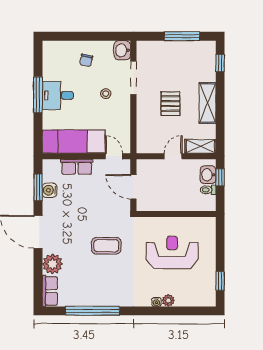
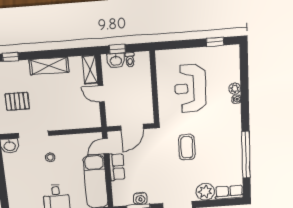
chair: (86, 60) -> (23, 176), removed
pallet: (171, 104) -> (17, 101), moved
row of seats: (77, 167) -> (117, 167), moved

